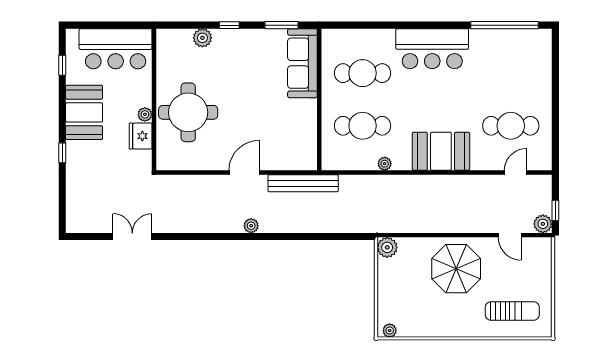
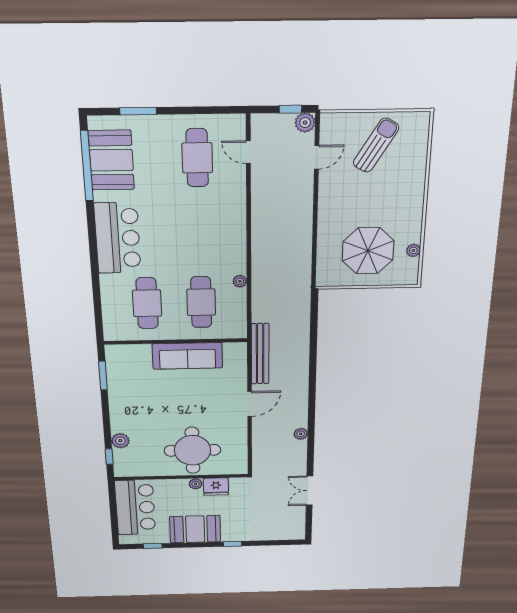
window: (229, 25) -> (109, 457), moved
sofa: (302, 63) -> (187, 356), moved
window: (555, 74) -> (138, 111), added
booth: (441, 151) -> (111, 160), moved
door: (244, 172) -> (250, 404), swing flipped
plant: (251, 226) -> (301, 434), moved
plant: (387, 247) -> (326, 277), removed
parasol: (456, 269) -> (368, 251), moved
sun lounger: (512, 311) -> (376, 145), moved, turned 31
plant: (390, 331) -> (413, 250), moved

